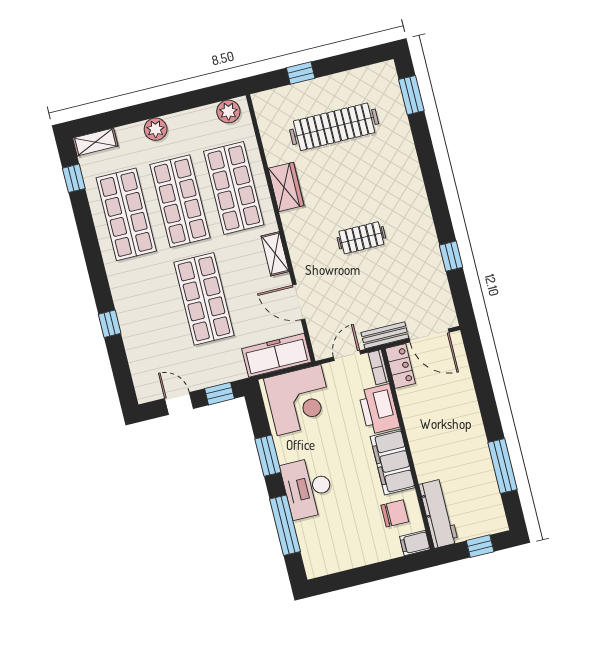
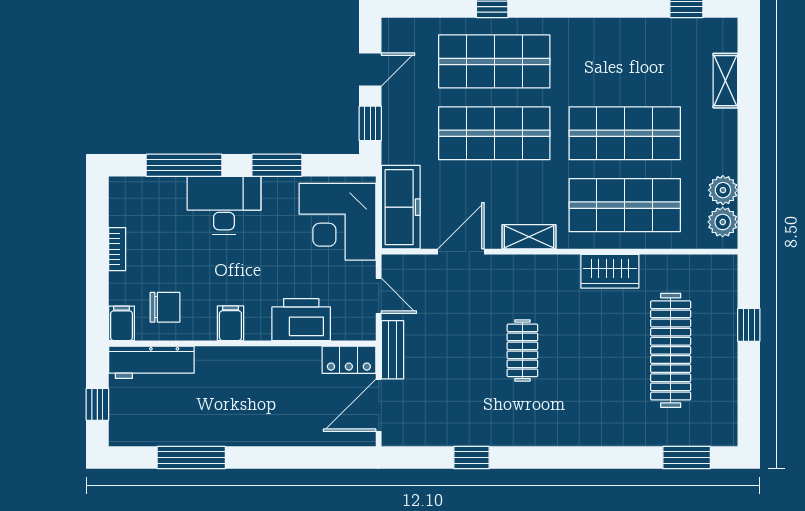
plant: (156, 129) -> (723, 190), moved
shelving: (95, 142) -> (725, 81), moved
shop shelf: (126, 214) -> (494, 61), moved
bookcase: (379, 367) -> (117, 249), moved, turned 90
filing cabinet: (393, 462) -> (230, 323), width x0.33, depth x0.86
chair: (395, 513) -> (165, 307), turned -90

